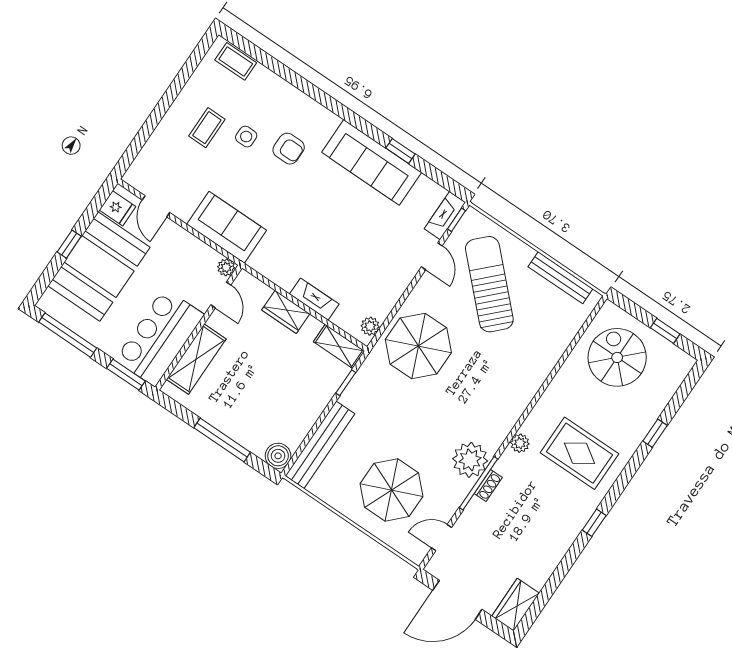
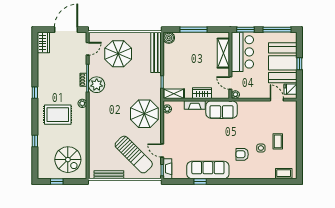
sofa: (227, 227) -> (222, 110), moved

